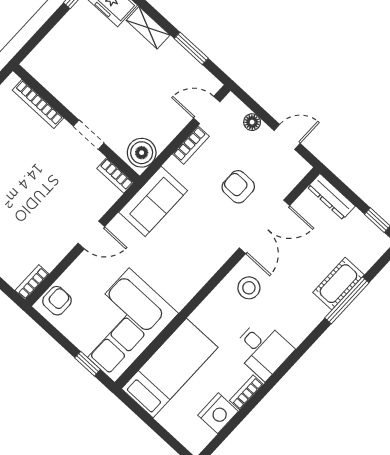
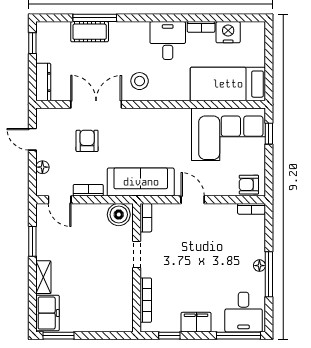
armchair: (238, 187) -> (87, 141), turned 180
sofa: (153, 201) -> (141, 182), width x1.36

